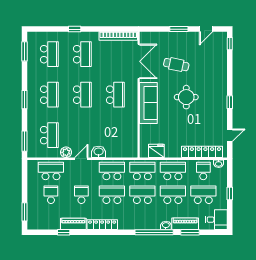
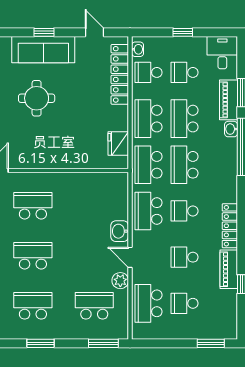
sofa: (148, 103) -> (43, 50), moved, turned 180
school desk: (112, 195) -> (185, 211), width x0.54
school desk: (203, 195) -> (185, 72), width x0.54

